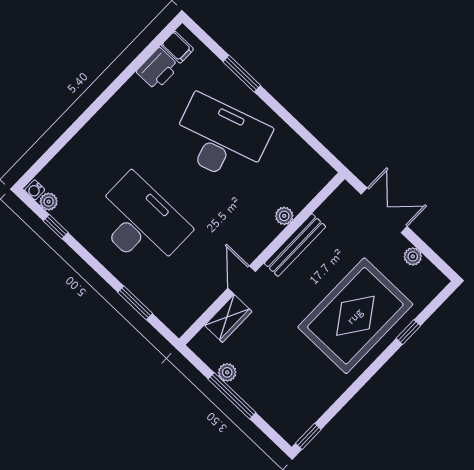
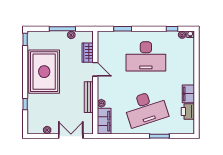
filing cabinet: (177, 47) -> (188, 94), moved, width x2.00
filing cabinet: (307, 183) -> (104, 121), added
double door: (384, 210) -> (71, 136), swing flipped
rug: (355, 316) -> (44, 72), moved

